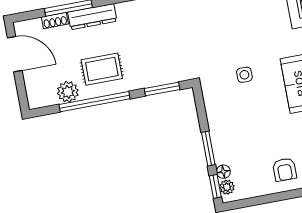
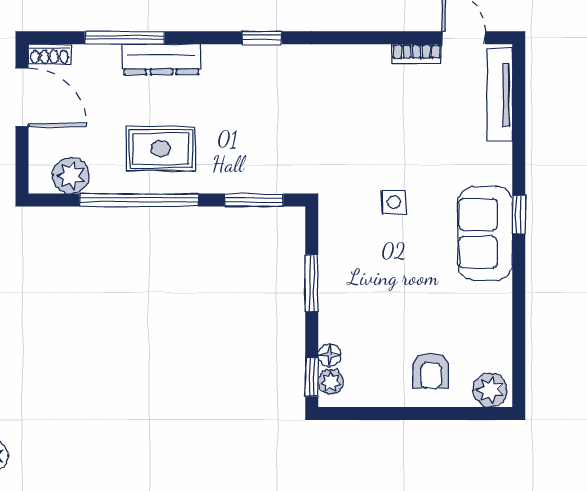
shoe rack: (55, 21) -> (49, 54), moved
plant: (68, 92) -> (71, 176), moved
window: (208, 149) -> (312, 283), moved

